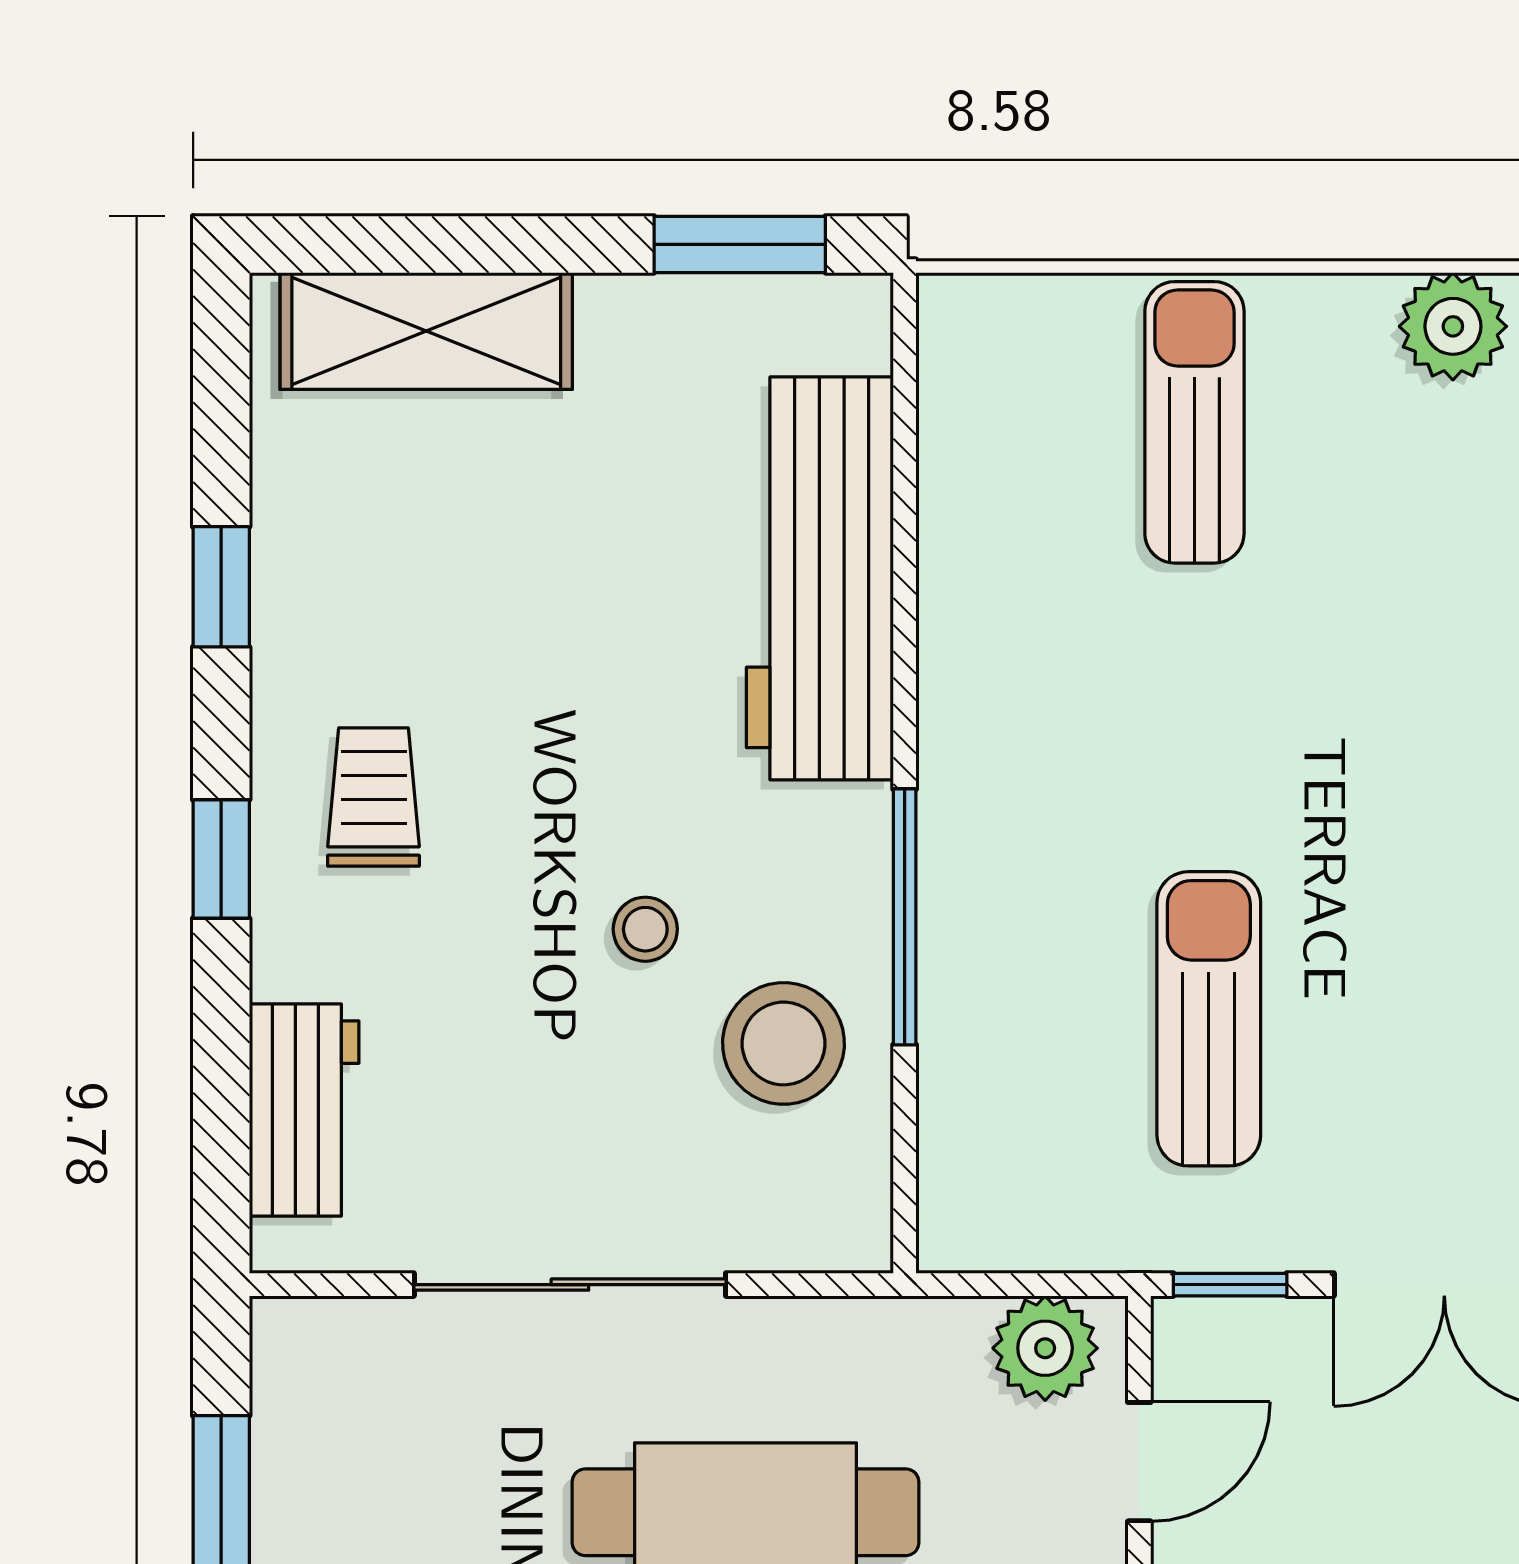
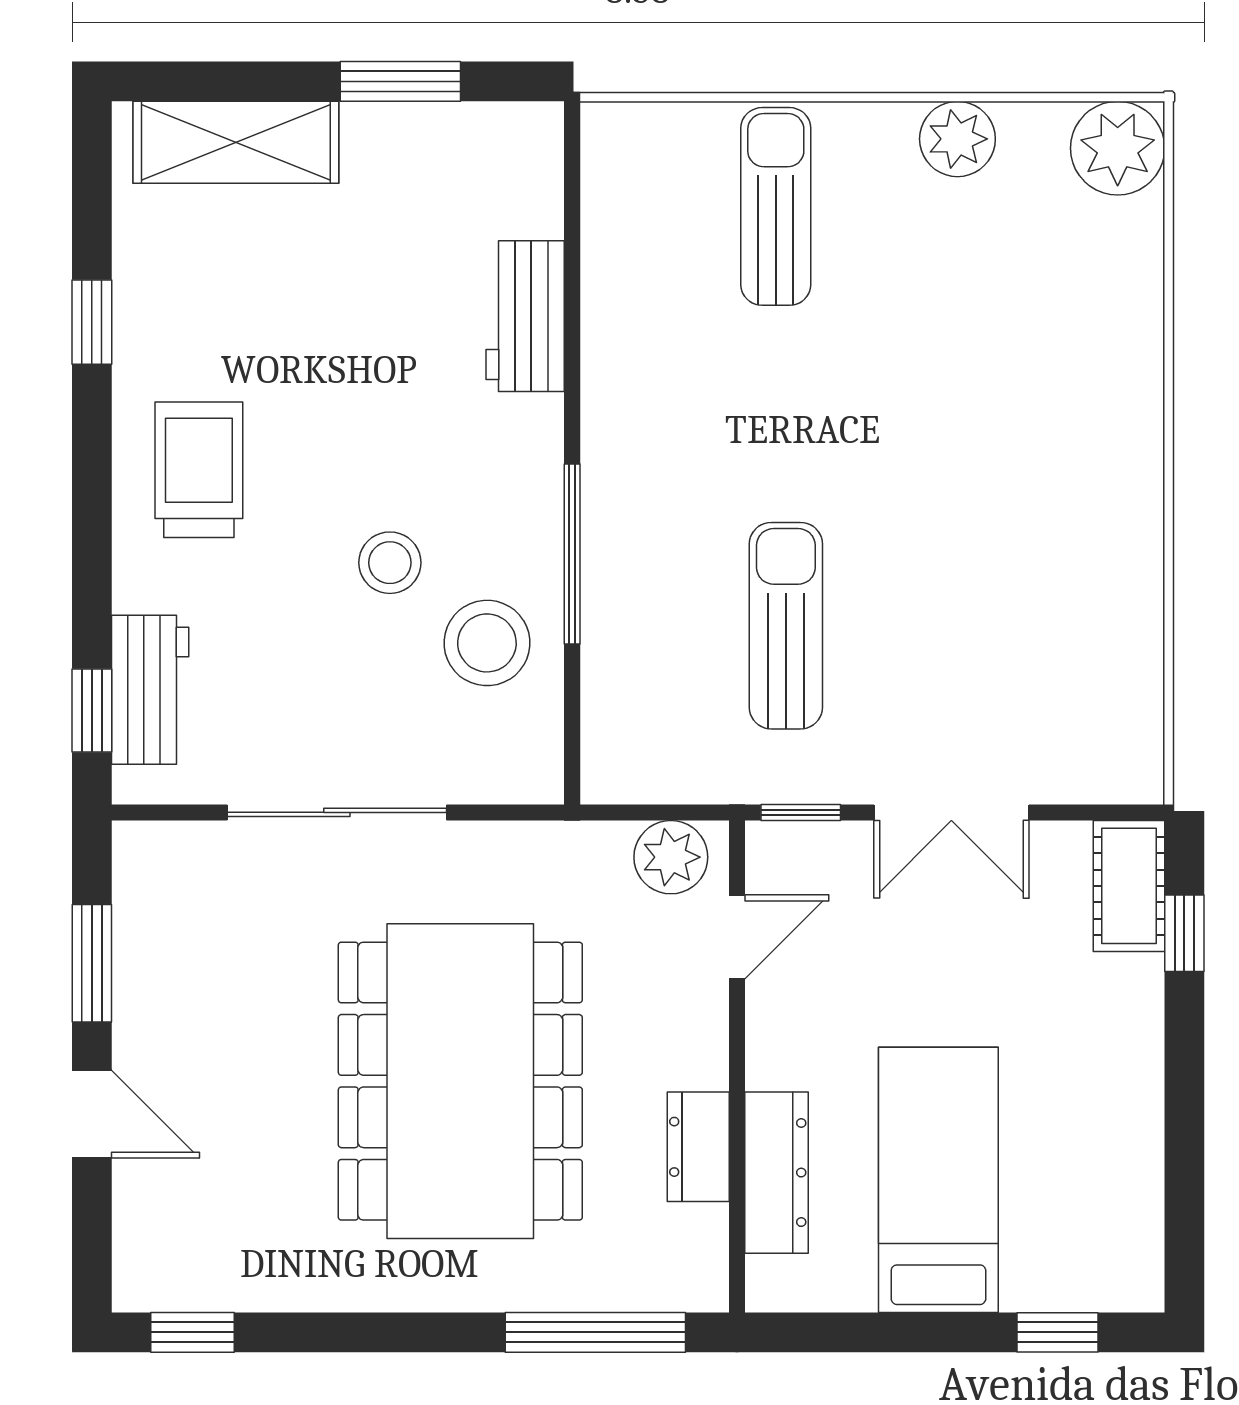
window: (740, 244) -> (400, 81), moved
workbench: (820, 578) -> (525, 316), width x0.53, depth x0.76
trolley: (374, 797) -> (199, 470), width x1.36, depth x1.39
window: (221, 859) -> (92, 711), moved
stool: (645, 929) -> (390, 563), width x1.37, depth x1.37

